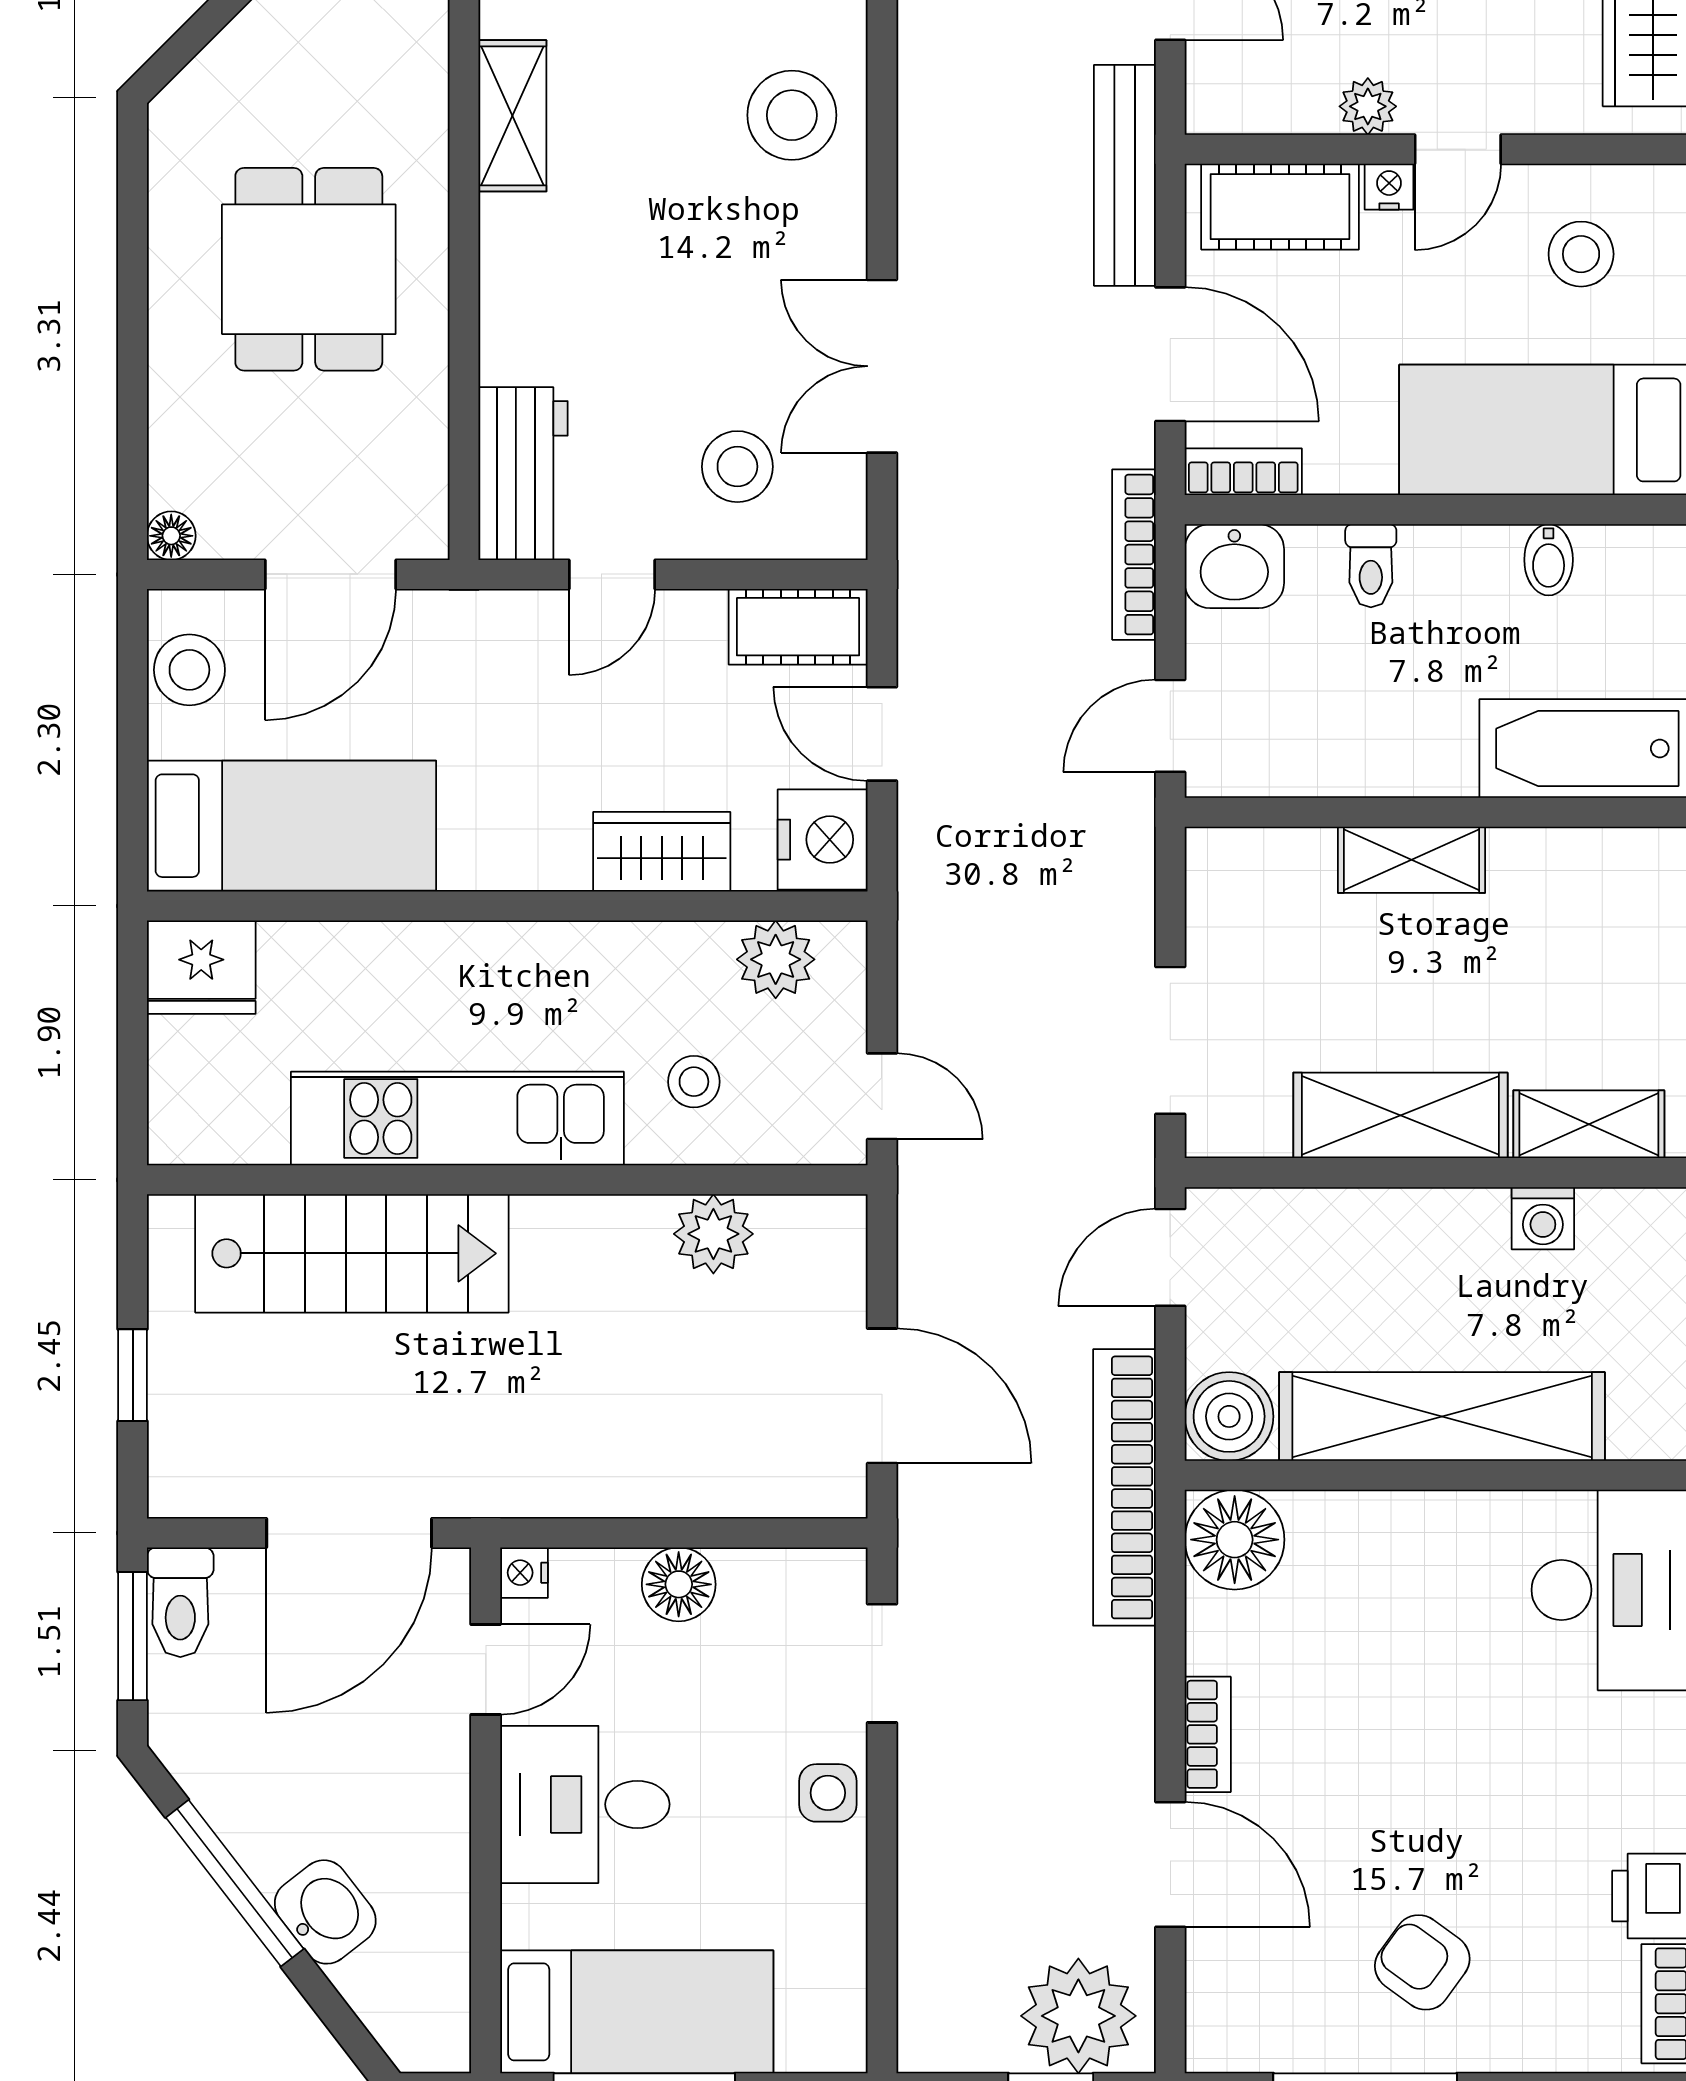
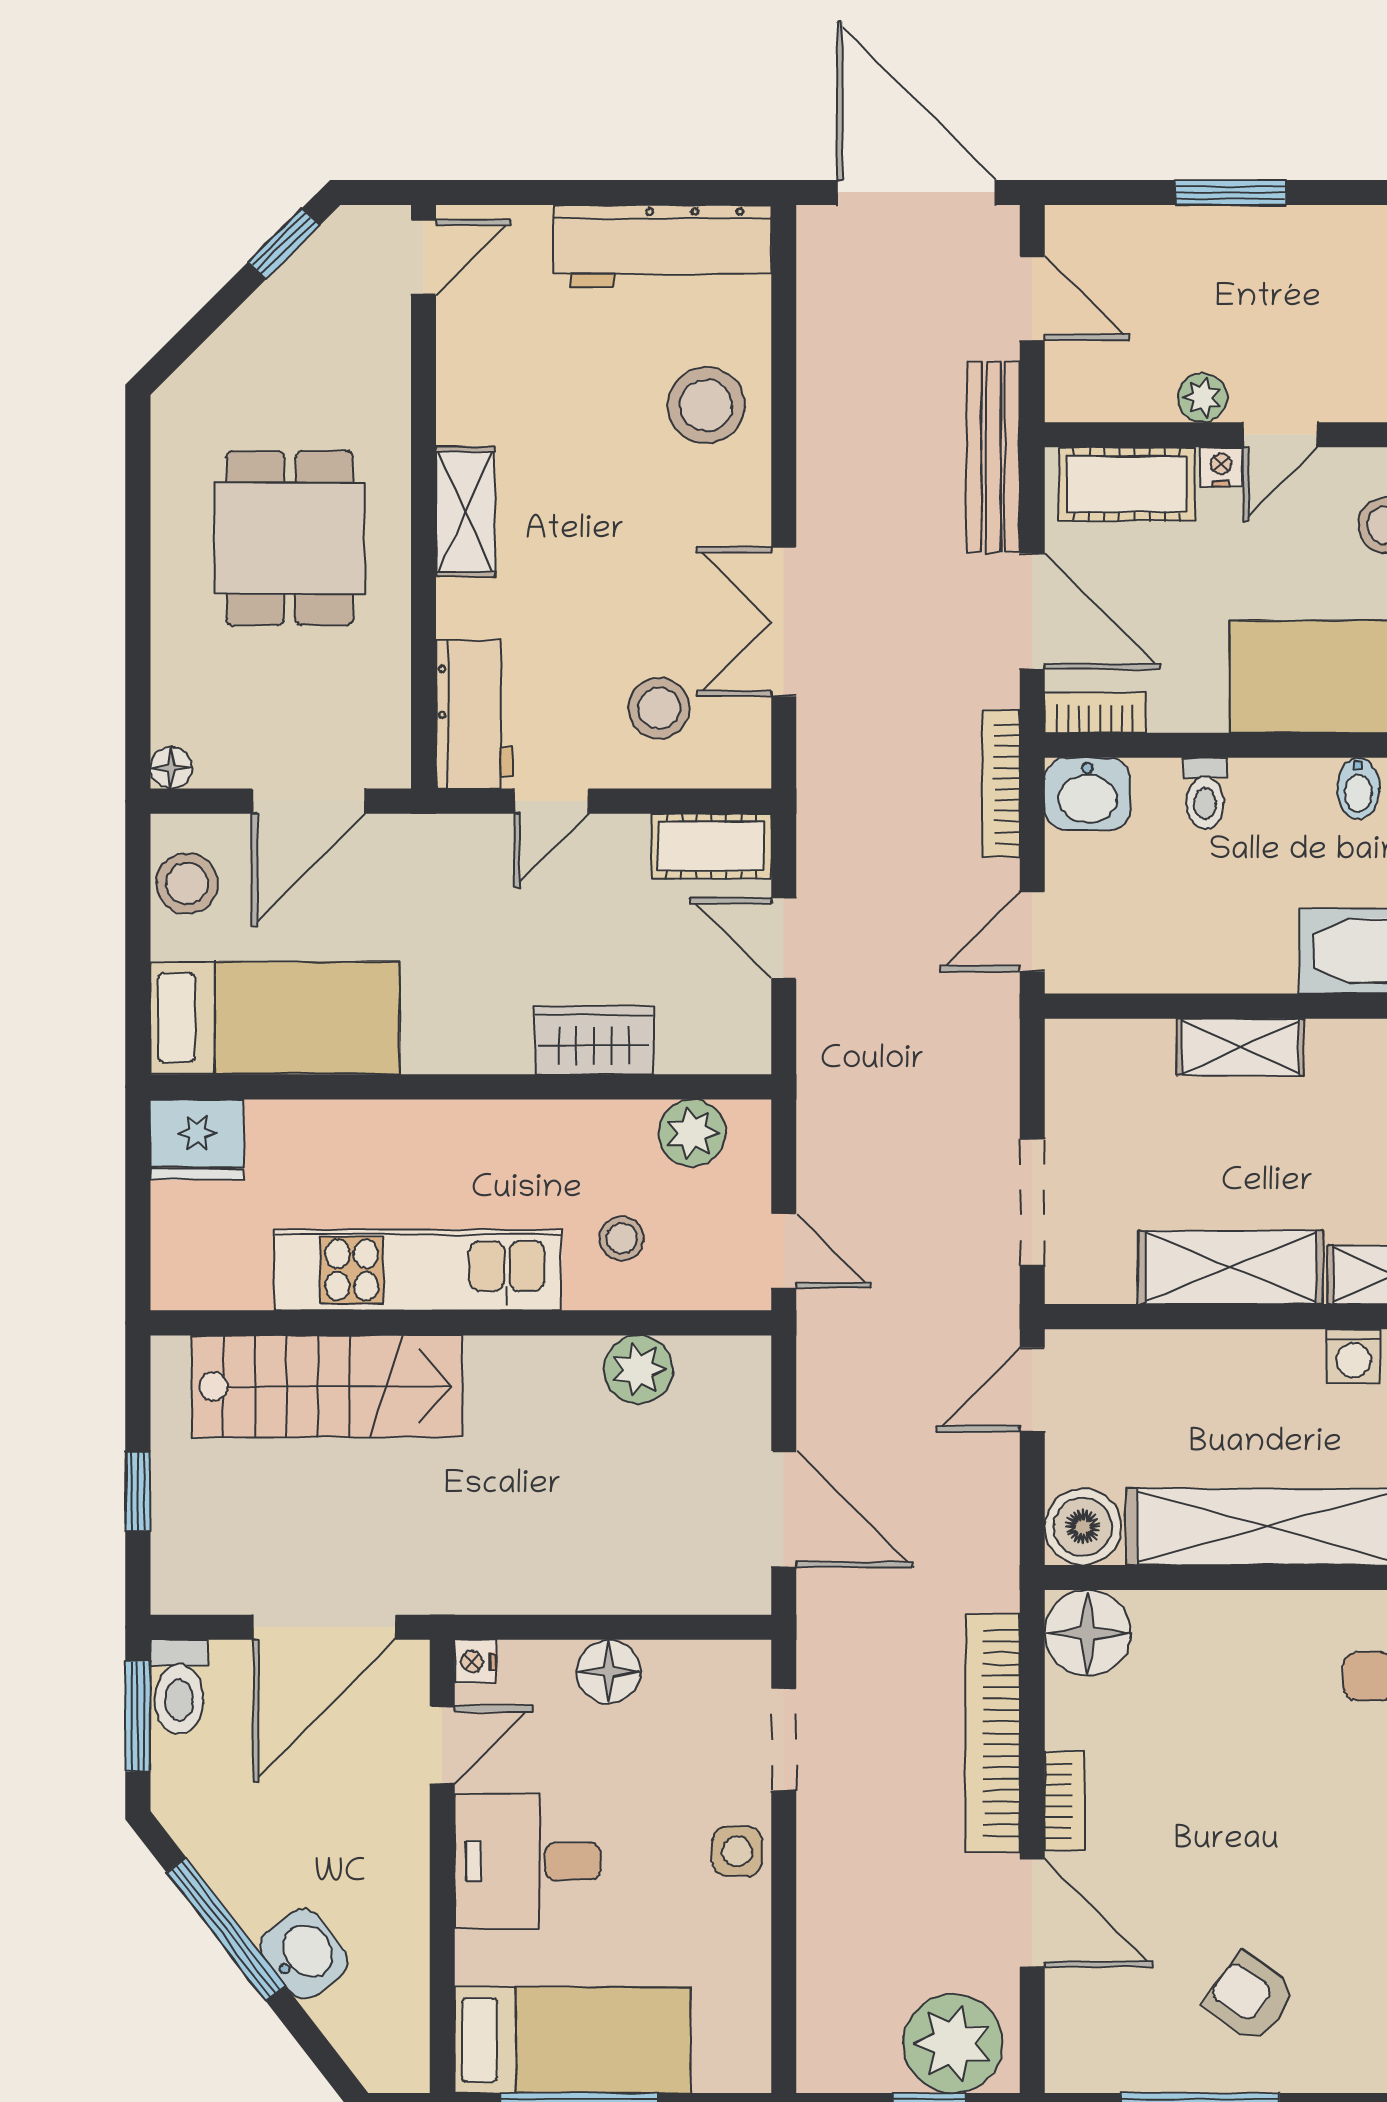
shelving: (512, 116) -> (465, 512), moved
nightstand: (823, 840) -> (733, 1030), removed
bookcase: (1124, 1487) -> (993, 1733), moved

